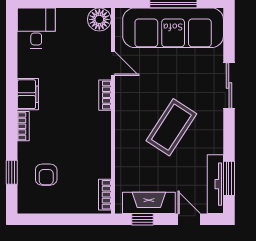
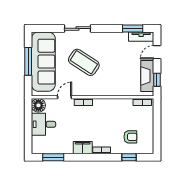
desk: (36, 28) -> (43, 124), moved
window: (12, 45) -> (53, 157), added
coffee table: (171, 127) -> (84, 62), moved
tv unit: (215, 184) -> (141, 37), width x0.71

